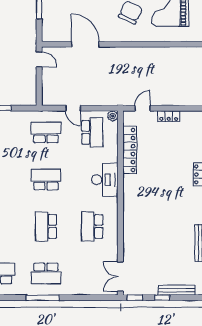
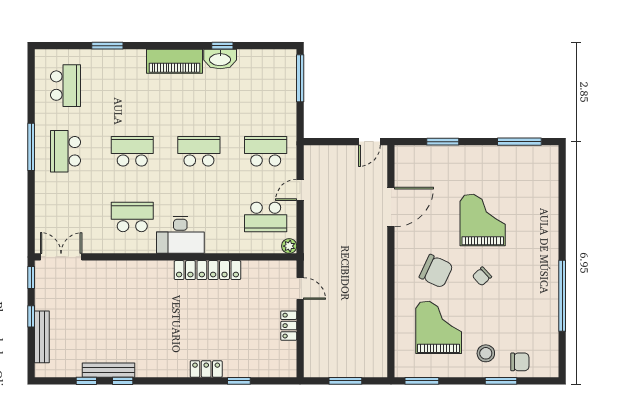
school desk: (46, 132) -> (266, 151), turned -90
locker: (130, 150) -> (207, 270), moved
school desk: (46, 179) -> (199, 151), turned -90
desk: (105, 180) -> (180, 235), moved

